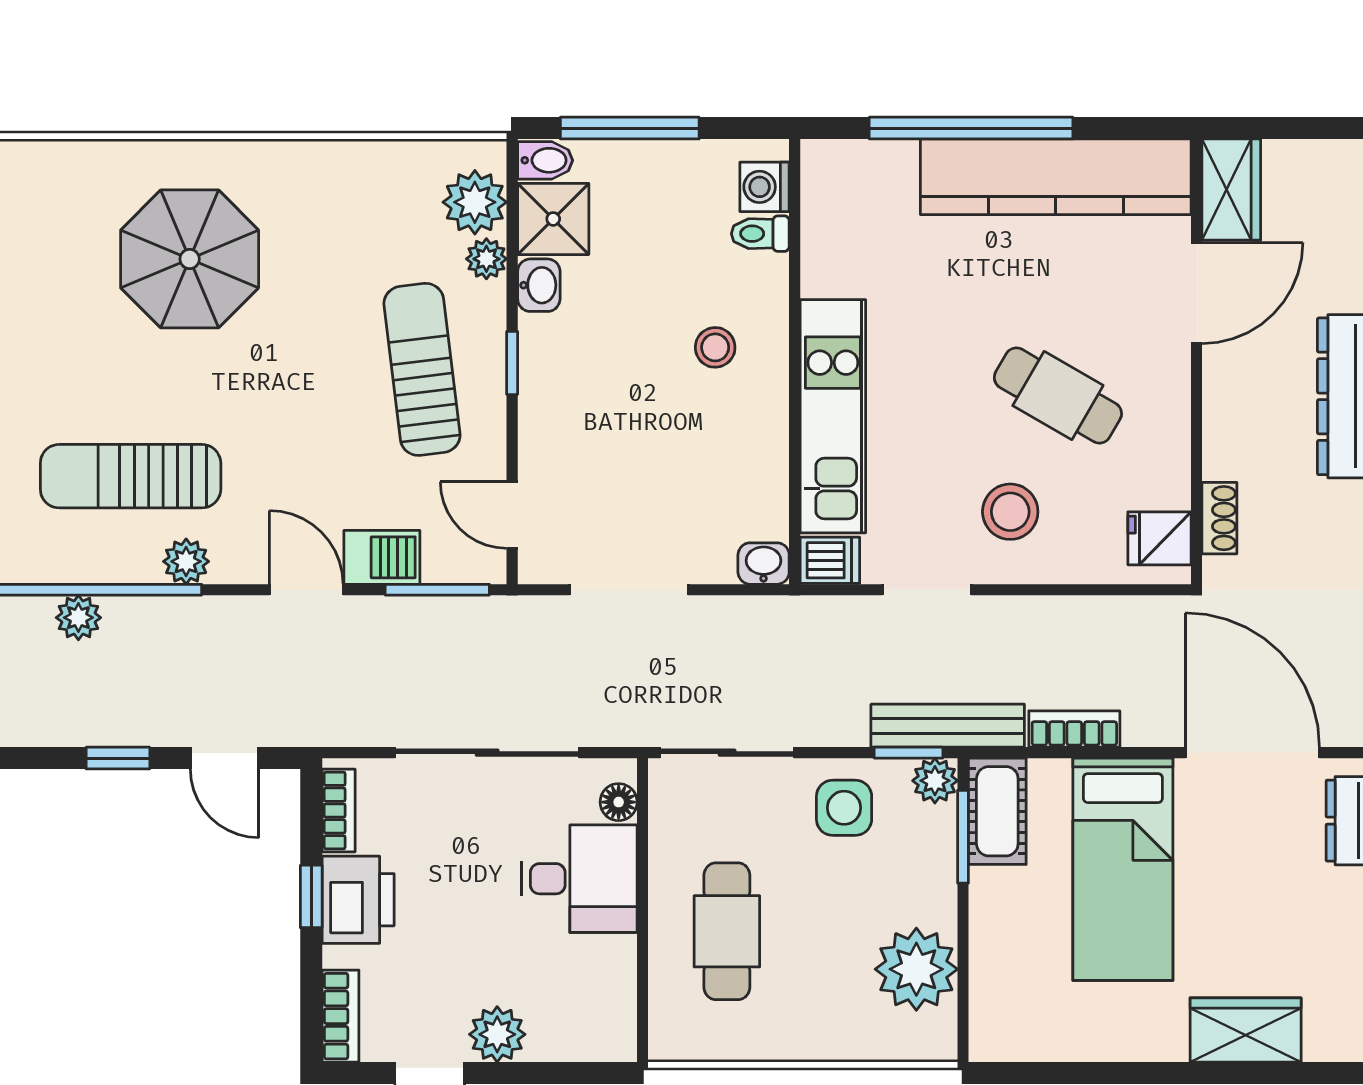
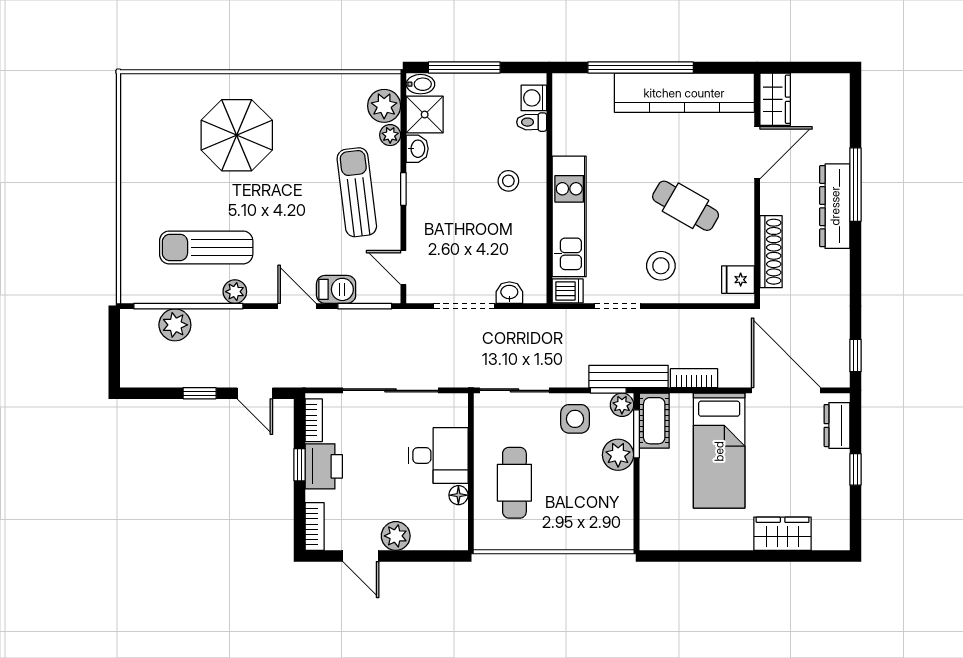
shoe rack: (1219, 518) -> (771, 252), width x1.94, depth x1.24
washbasin: (764, 564) -> (509, 293), moved
plant: (78, 618) -> (175, 325), width x1.38, depth x1.38
floor lamp: (619, 802) -> (458, 495), moved
plant: (916, 969) -> (618, 455), moved, width x0.73, depth x0.73

